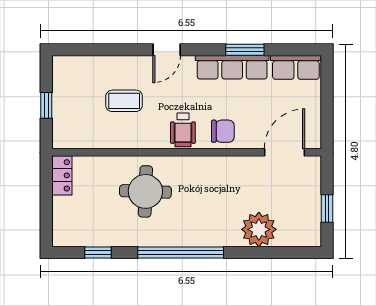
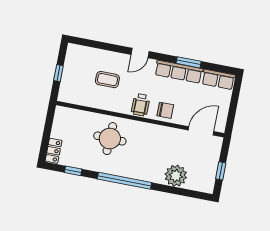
locker: (62, 175) -> (54, 151), moved

